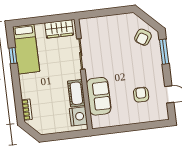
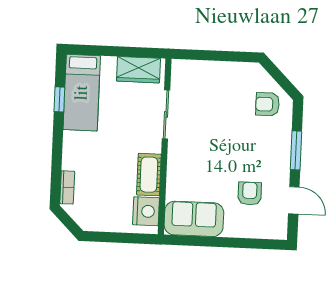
armchair: (143, 37) -> (268, 104), turned 57
window: (164, 52) -> (296, 150), moved
sofa: (99, 96) -> (194, 219), moved, turned -90

